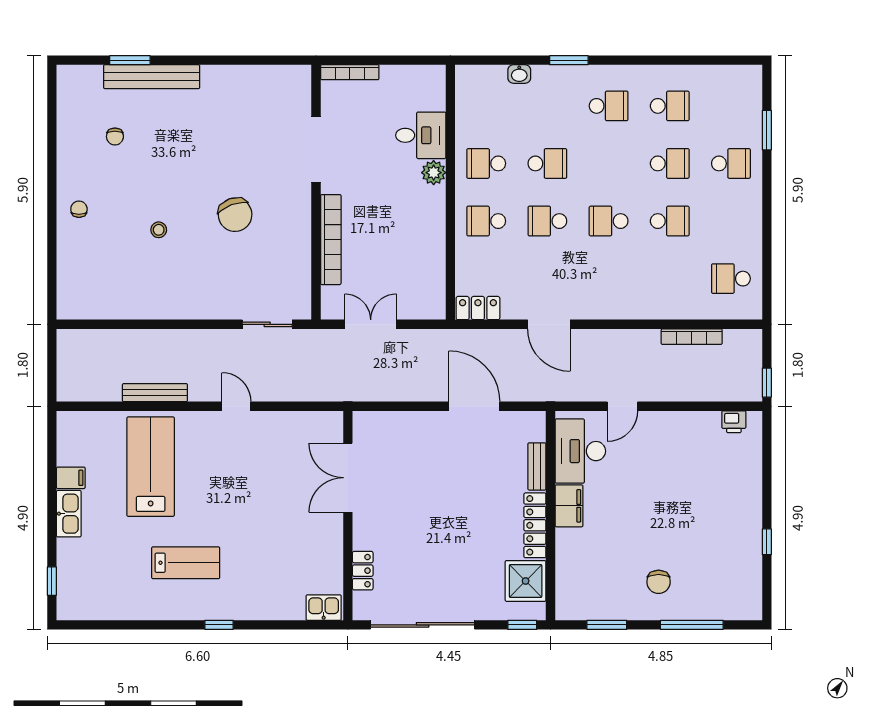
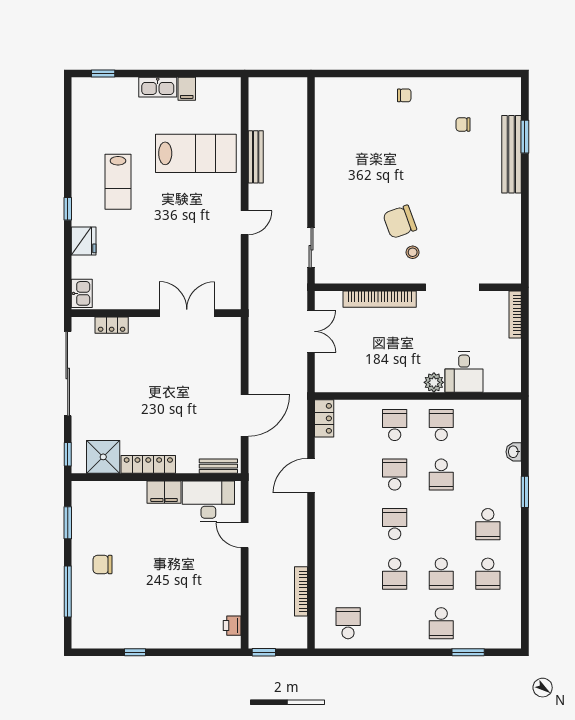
stool: (159, 230) -> (413, 252), moved
bench: (537, 466) -> (218, 466), moved
fridge: (259, 605) -> (84, 241), added

